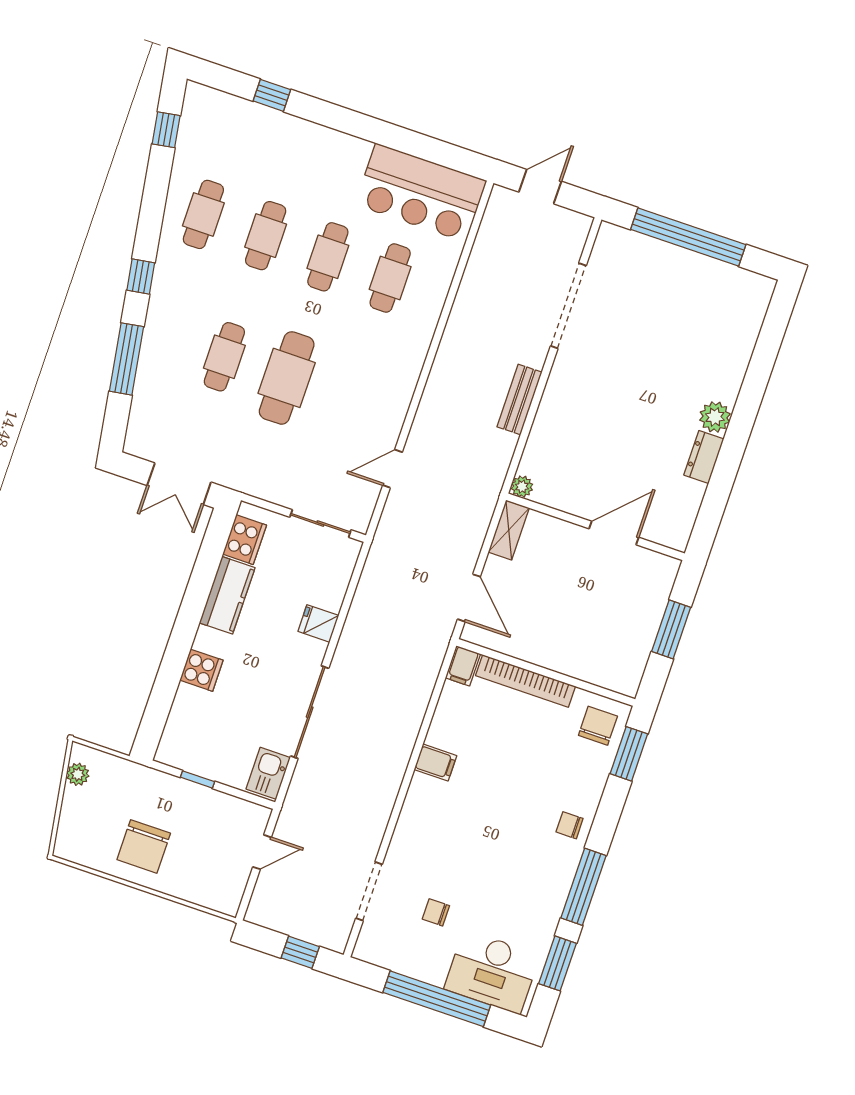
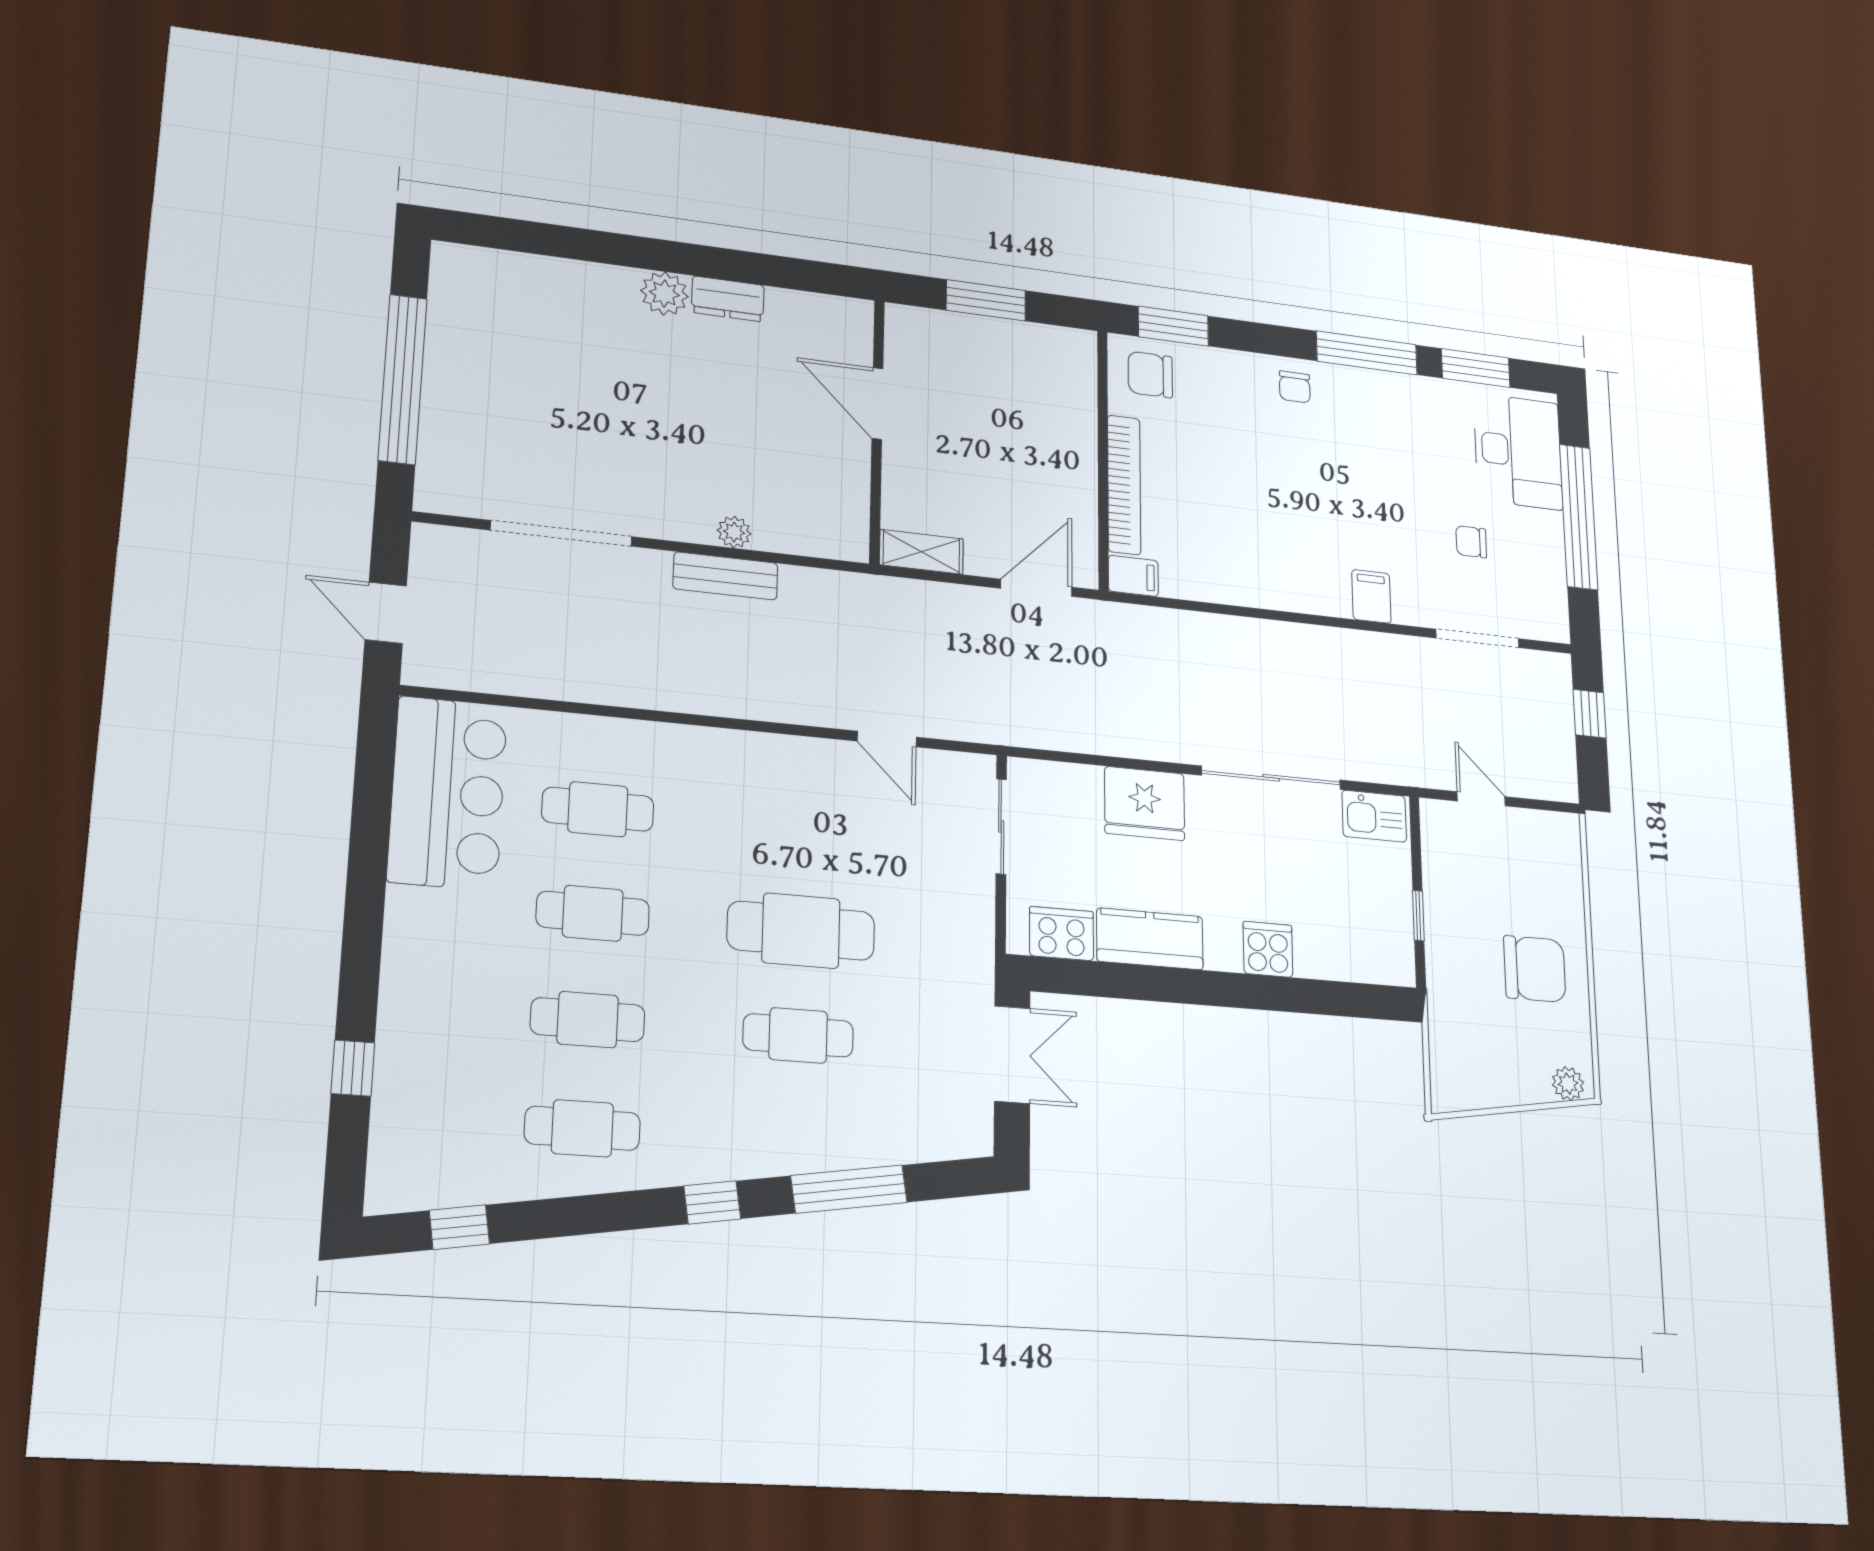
plant: (522, 487) -> (734, 532), moved
fridge: (318, 623) -> (1145, 803), width x1.88, depth x1.34
filing cabinet: (435, 763) -> (1371, 596), moved
plant: (78, 774) -> (1568, 1084), moved
chair: (436, 912) -> (1471, 542), turned 90

